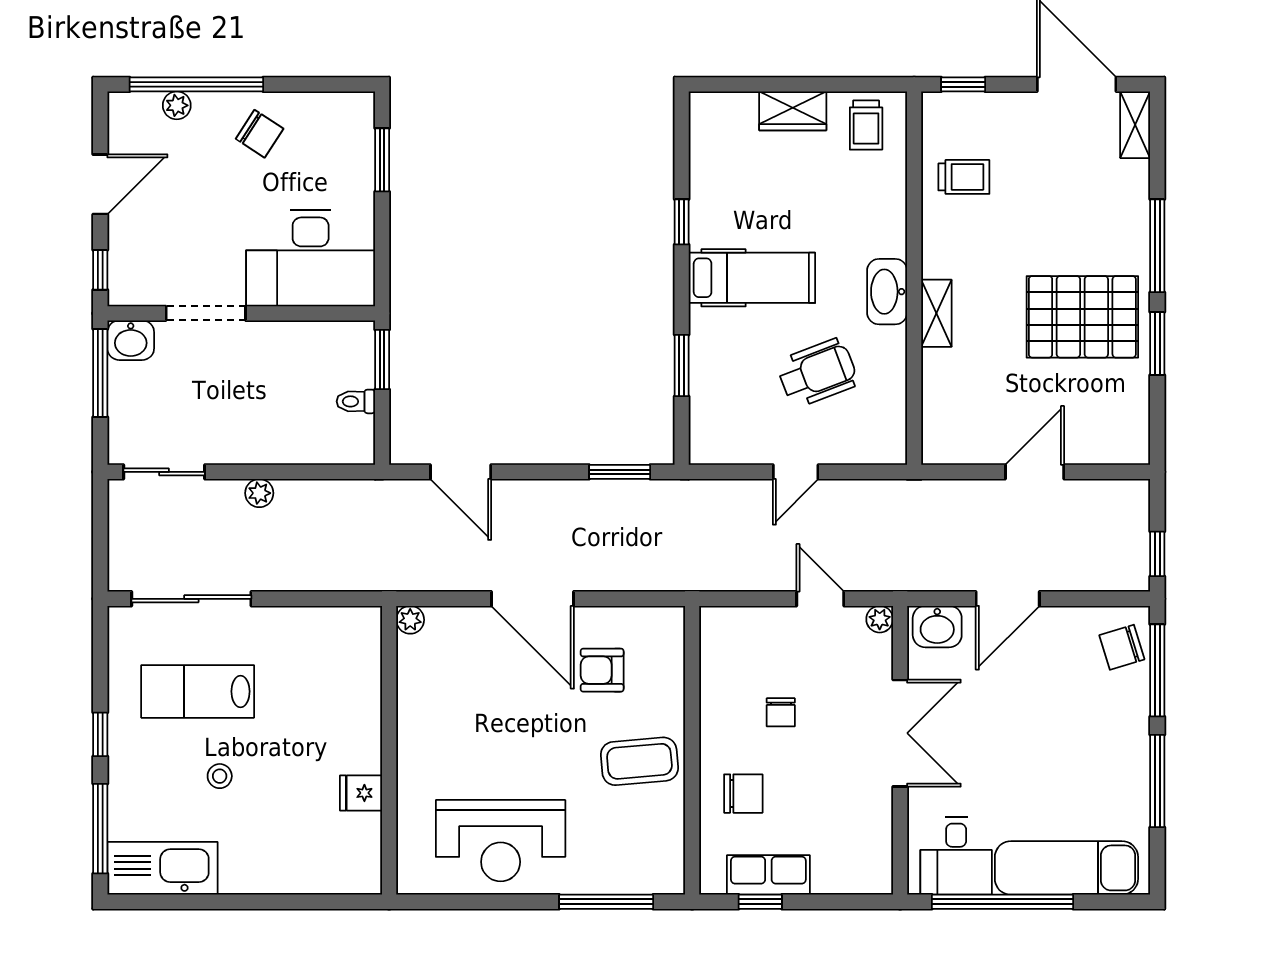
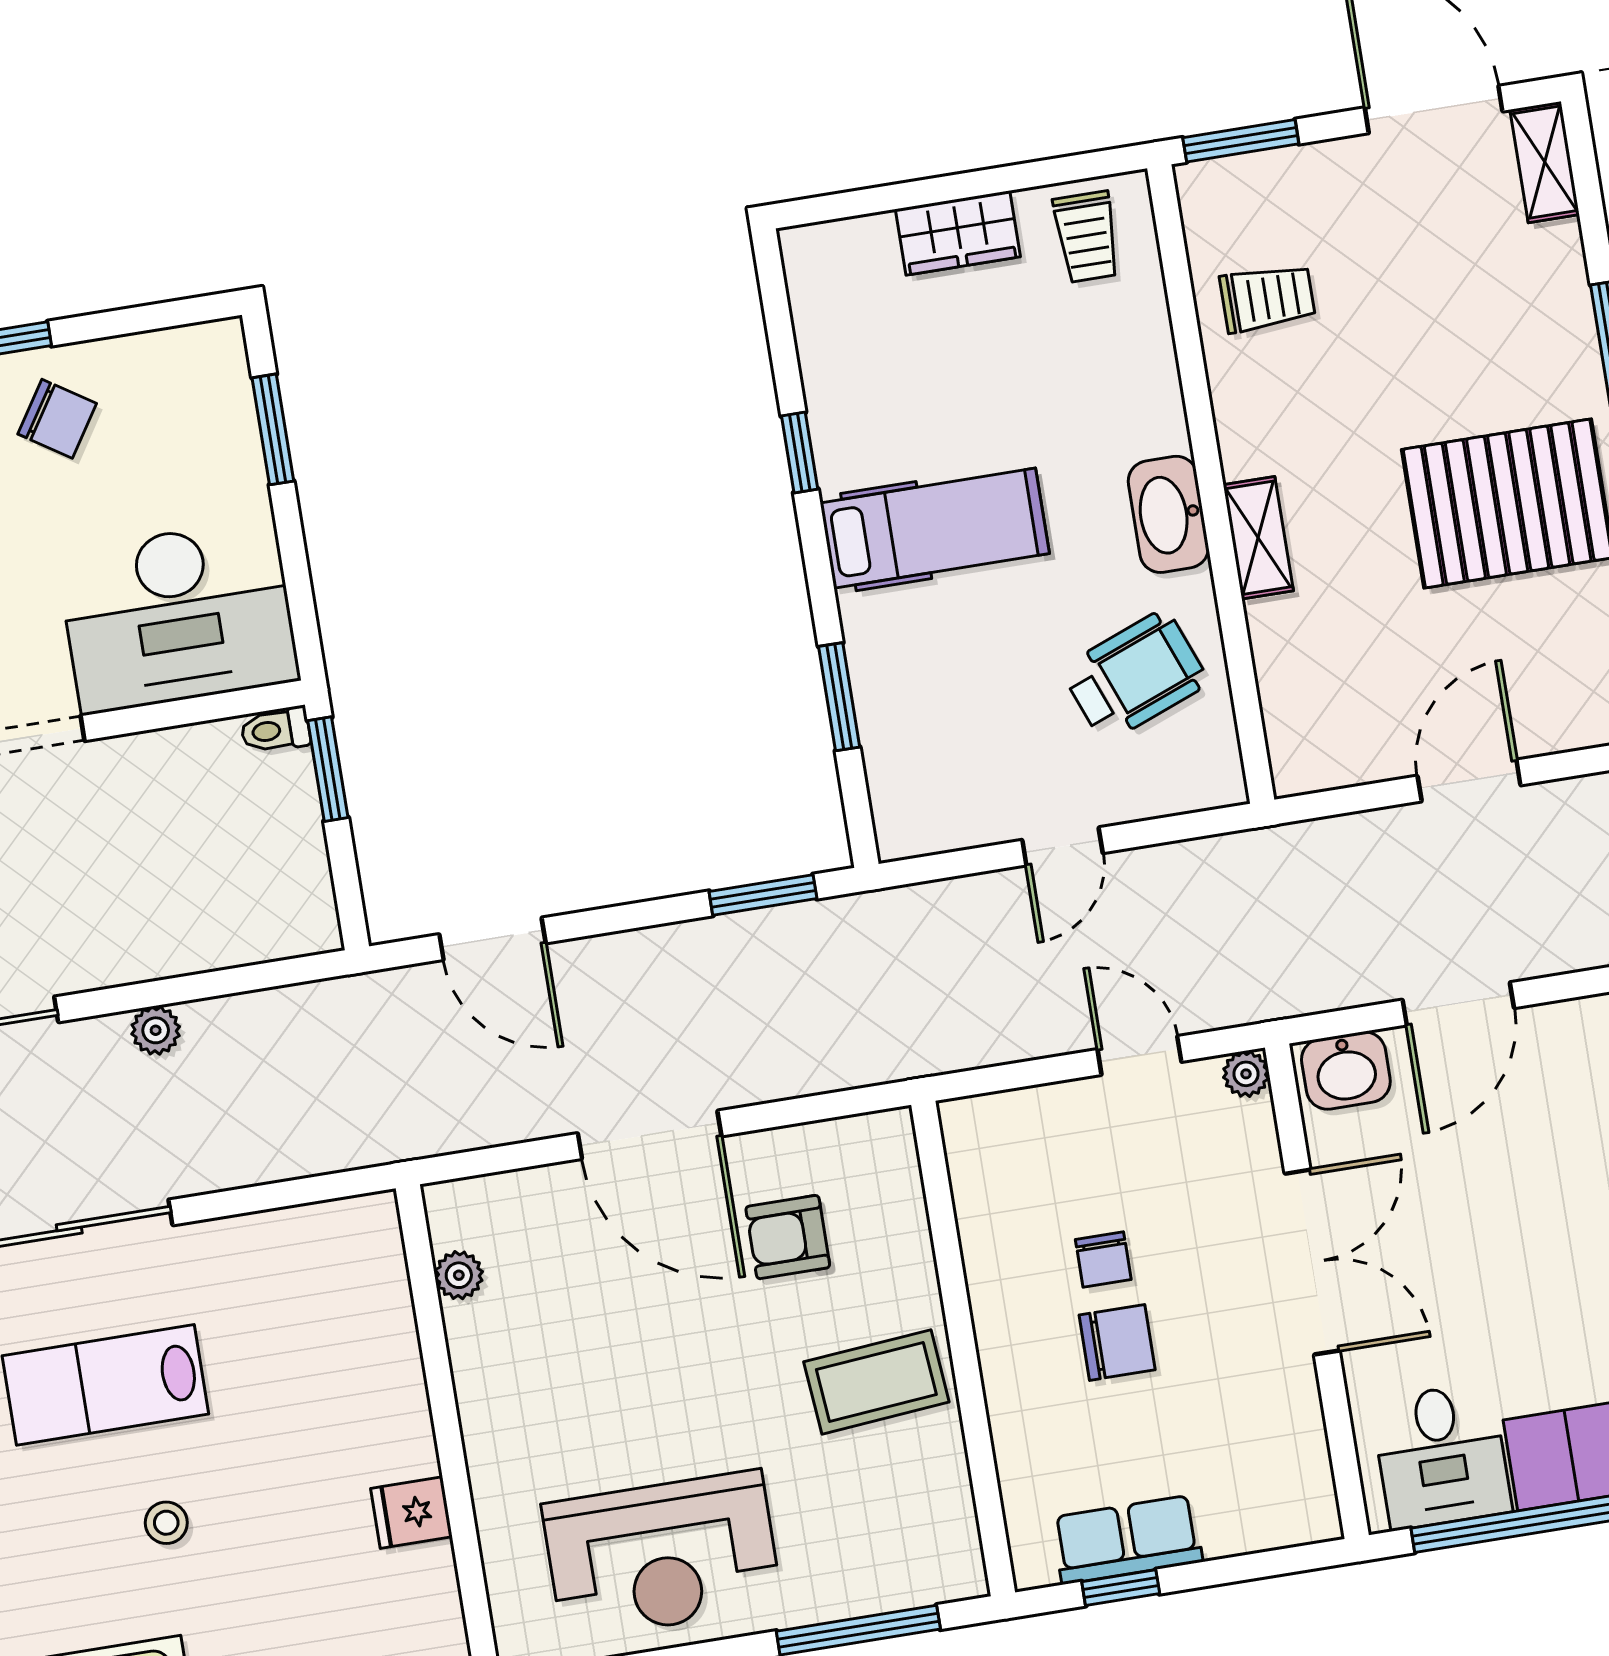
window: (963, 84) -> (1241, 141), width x1.50
wheelchair: (817, 373) -> (1135, 676), moved
toilet: (356, 401) -> (276, 730), moved
plant: (410, 620) -> (459, 1275), moved
chair: (743, 794) -> (1117, 1342), moved

